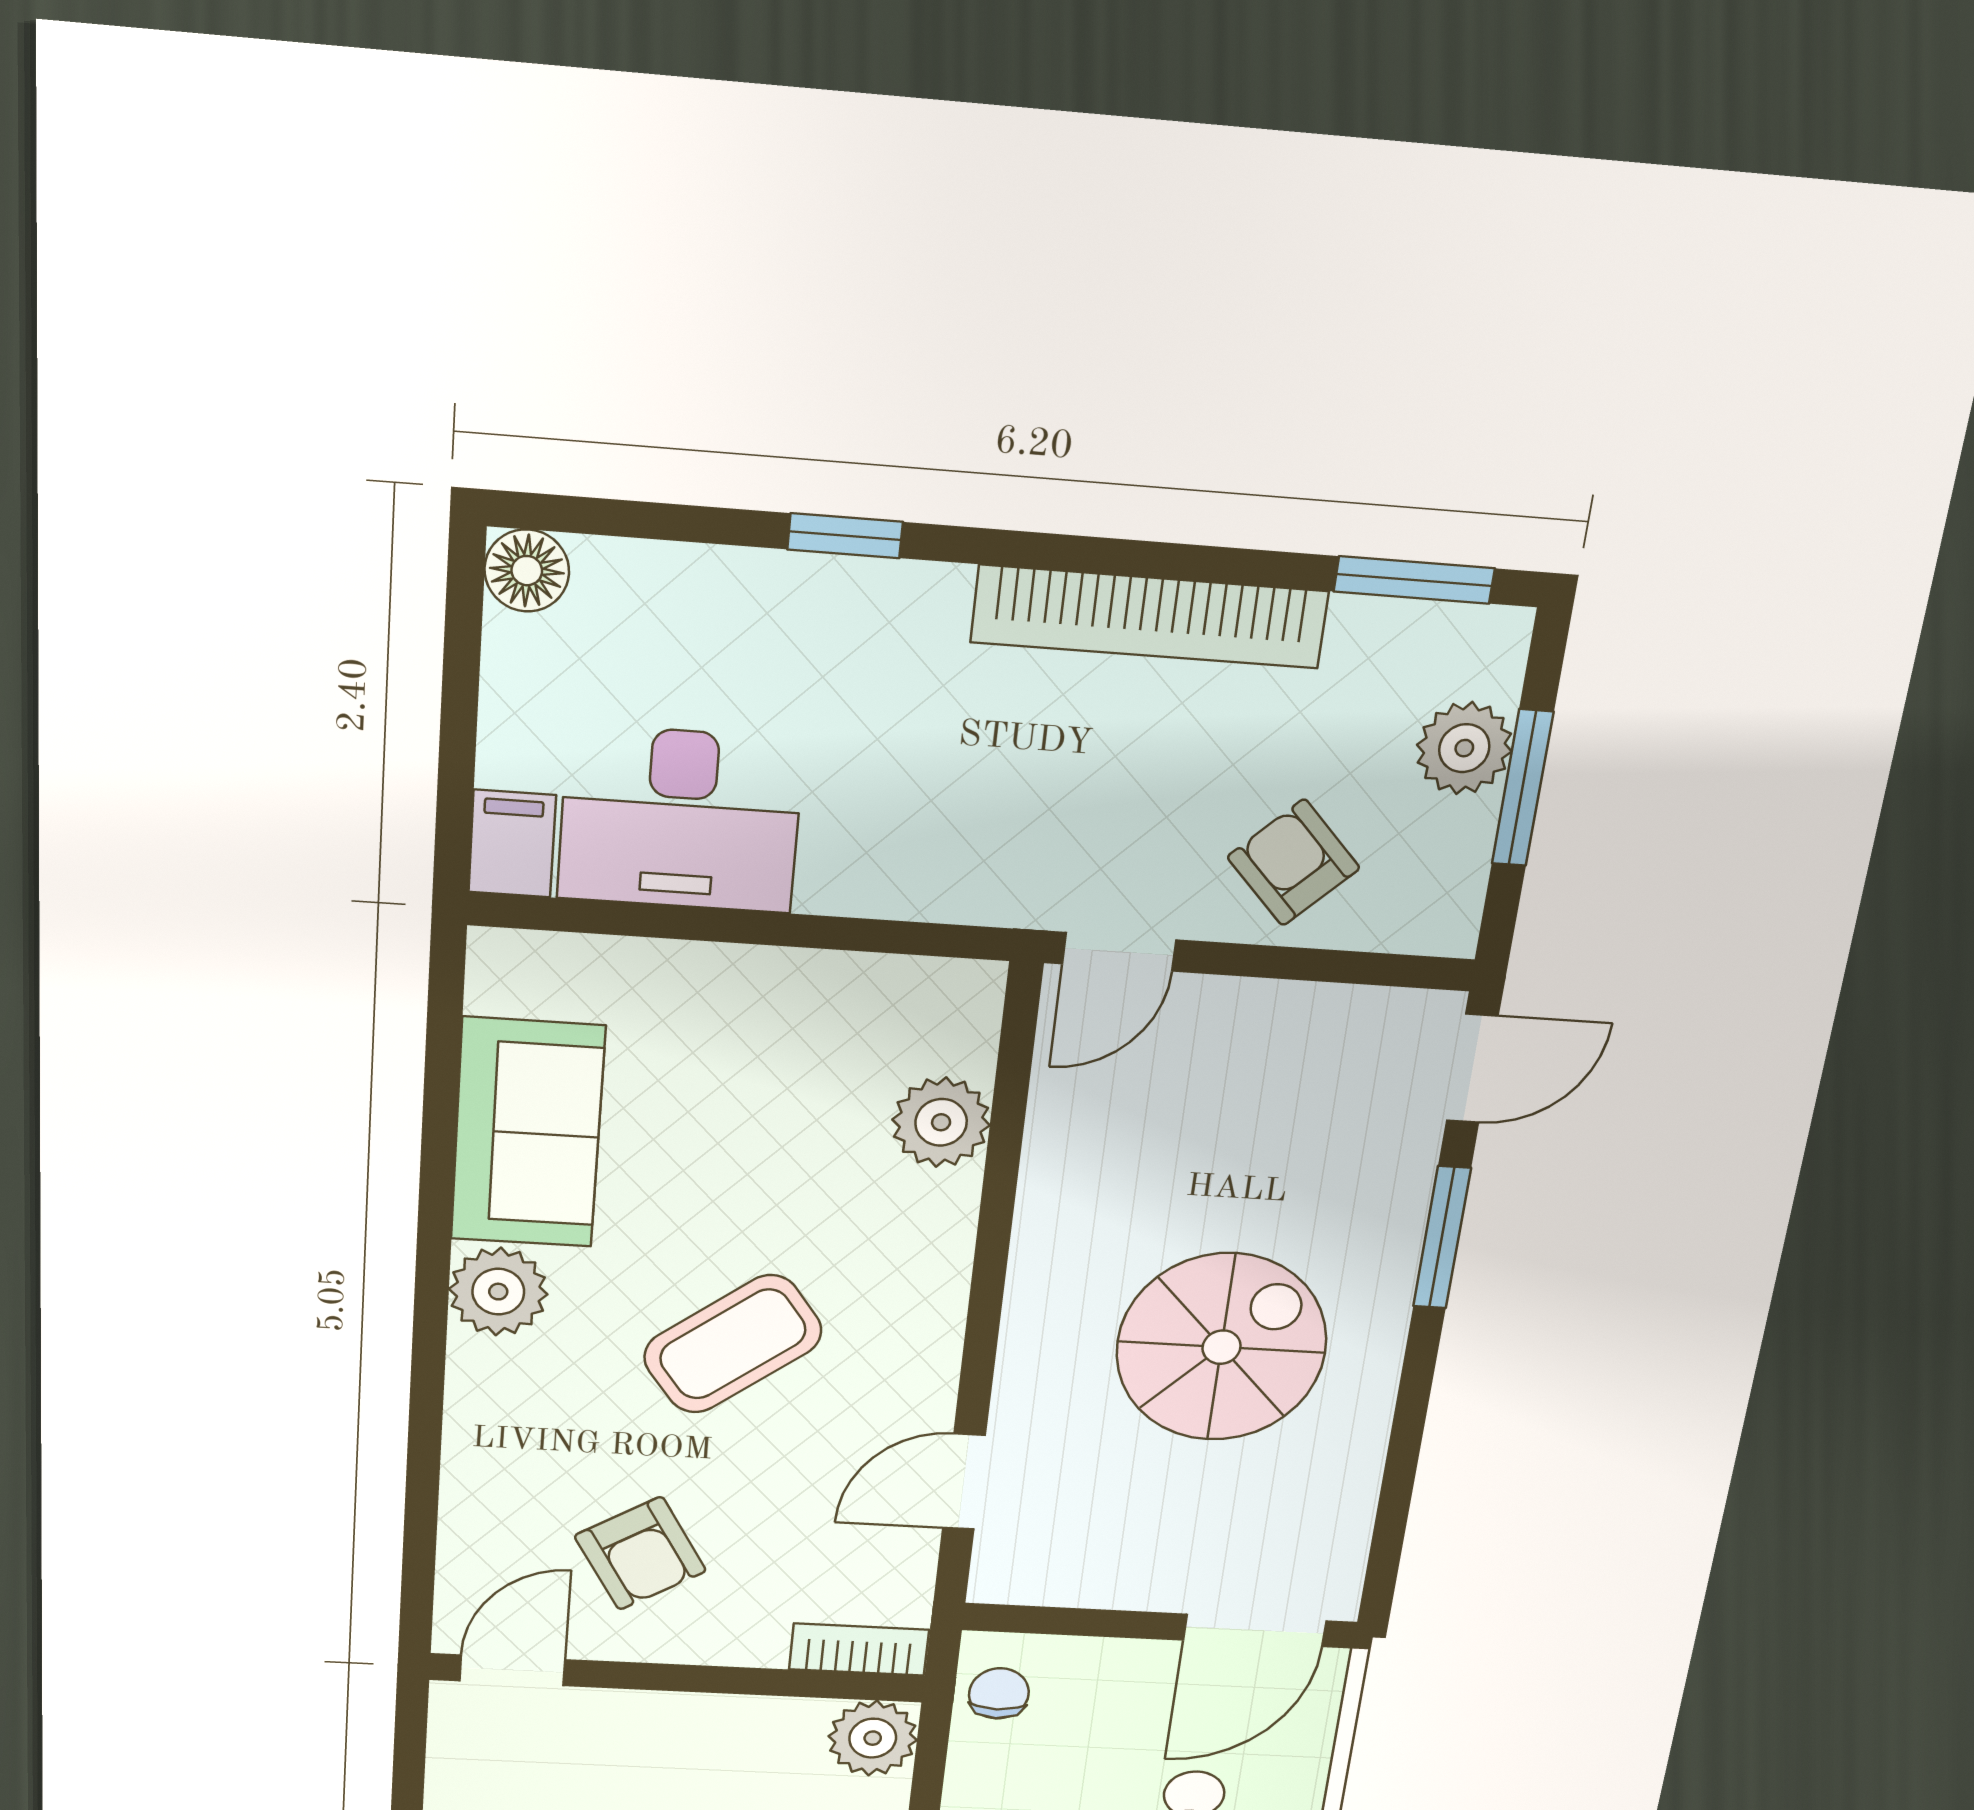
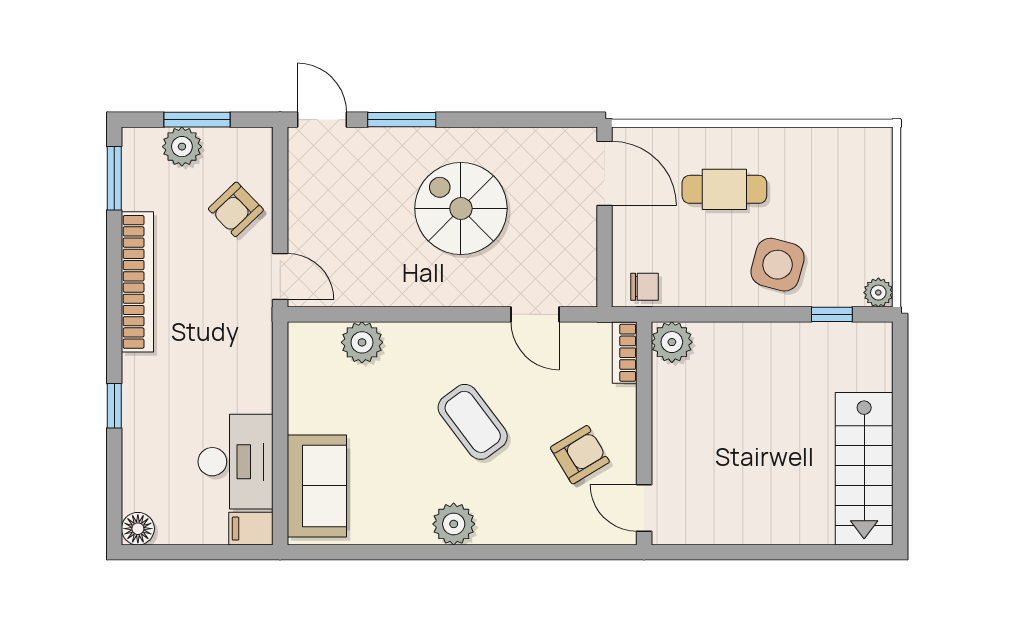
sofa: (528, 1133) -> (317, 486), moved, turned 90
chair: (999, 1693) -> (645, 287), turned 180

